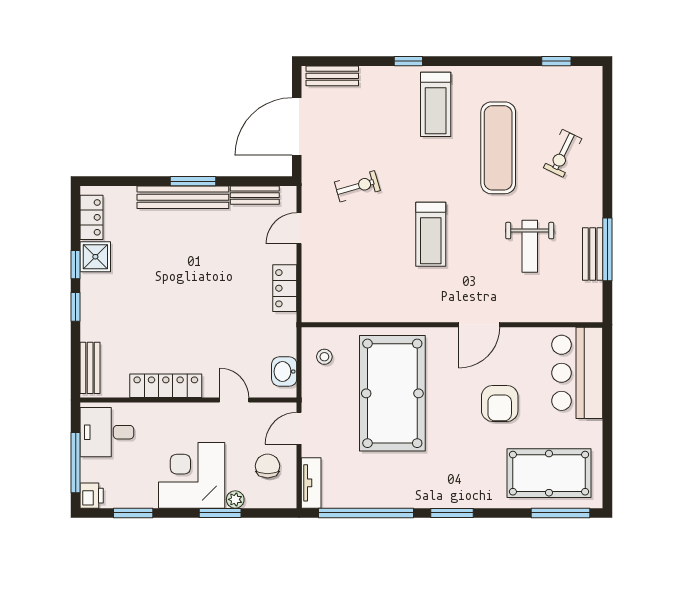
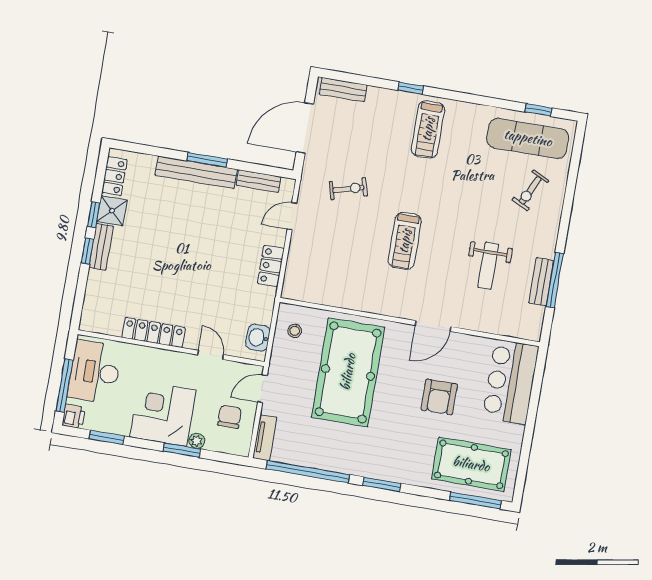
exercise mat: (498, 148) -> (528, 138), moved, turned 90
bench: (90, 368) -> (101, 247), moved
desk: (107, 432) -> (95, 372), width x1.37

